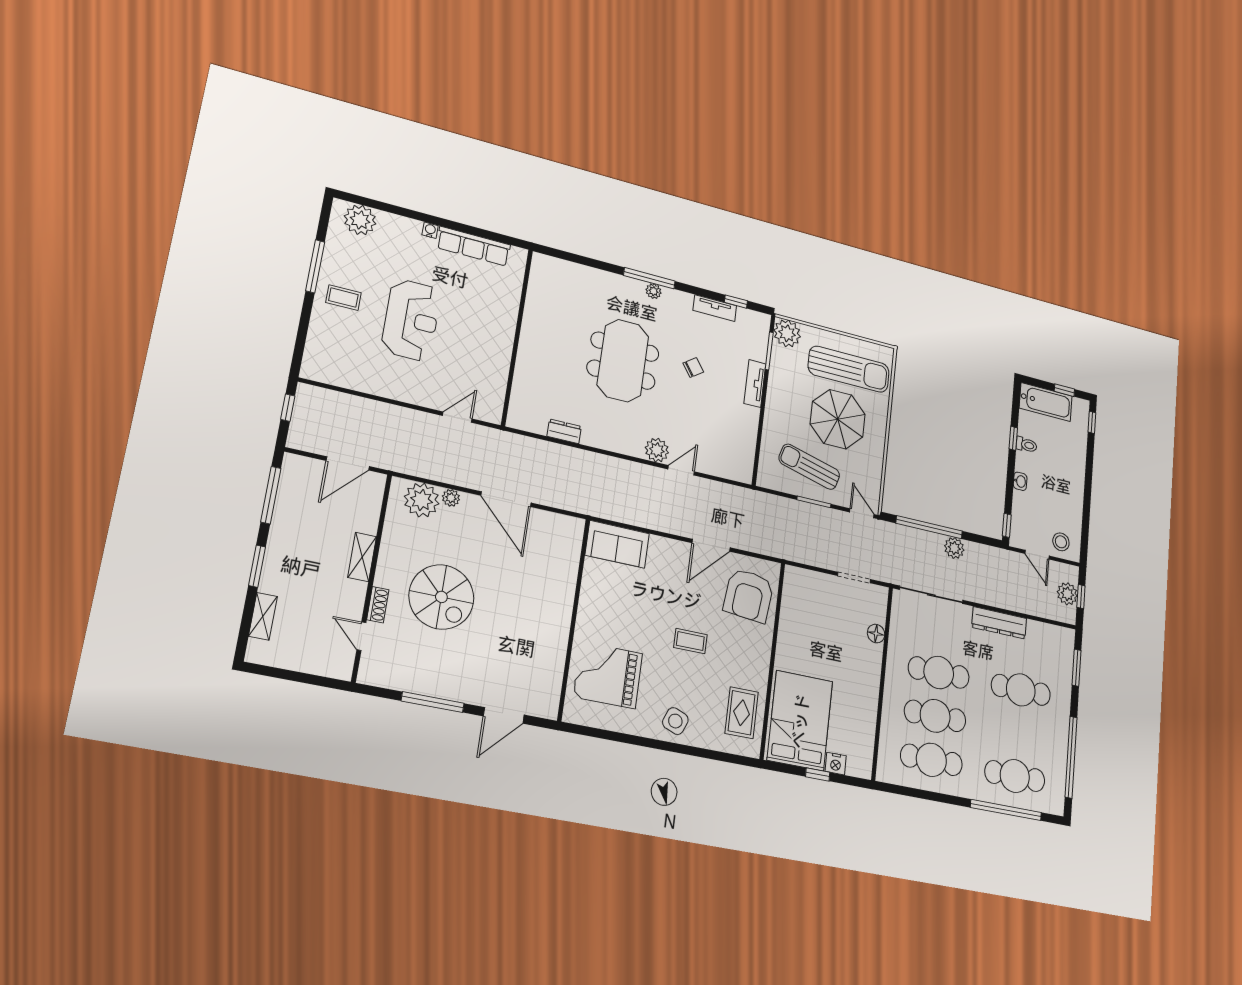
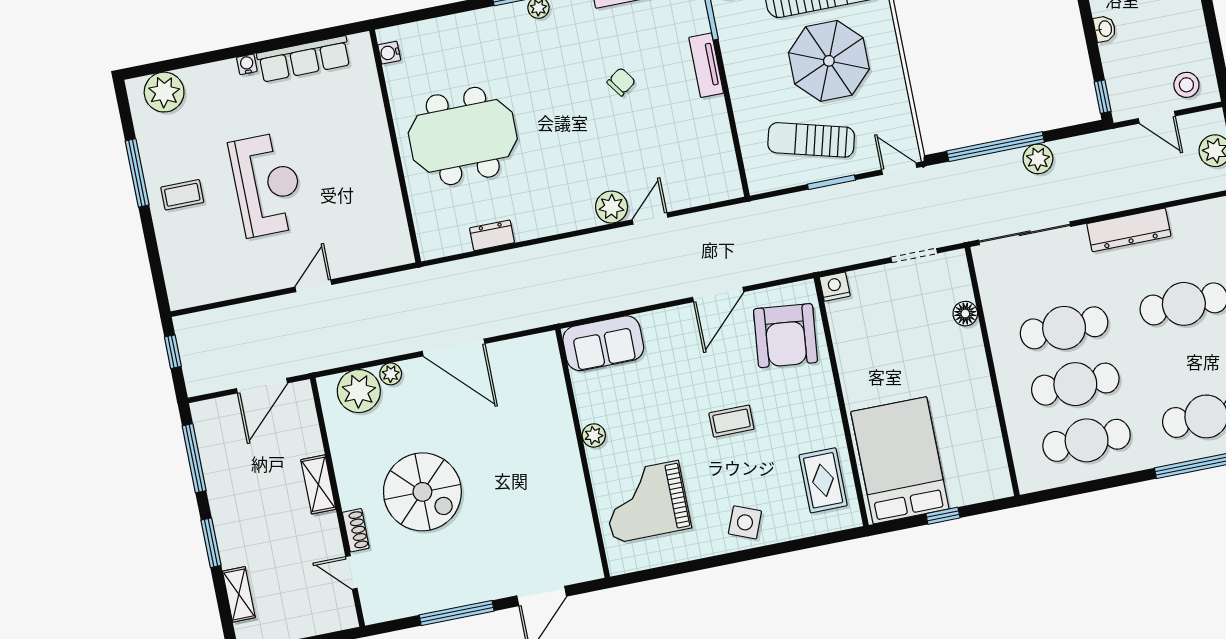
water cooler: (537, 271) -> (389, 53), added
meeting table: (623, 361) -> (463, 136), moved, turned 90
door: (457, 417) -> (313, 286), moved
plant: (587, 609) -> (594, 435), added
nightstand: (836, 764) -> (835, 287), moved, turned 180

